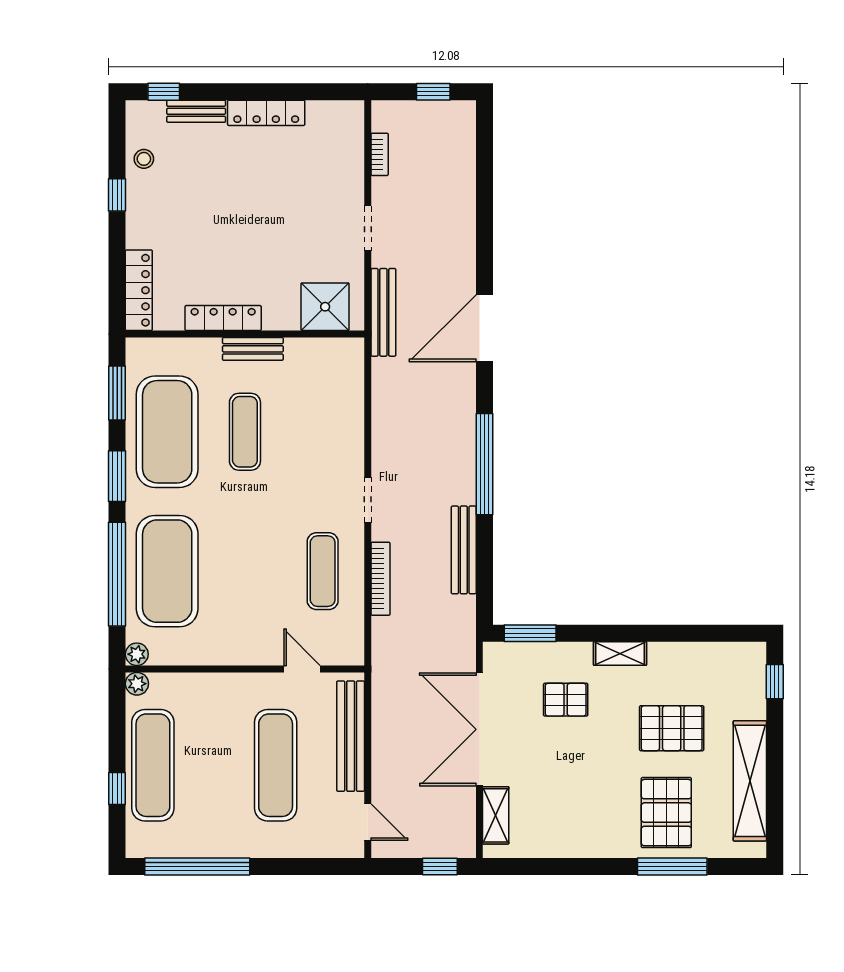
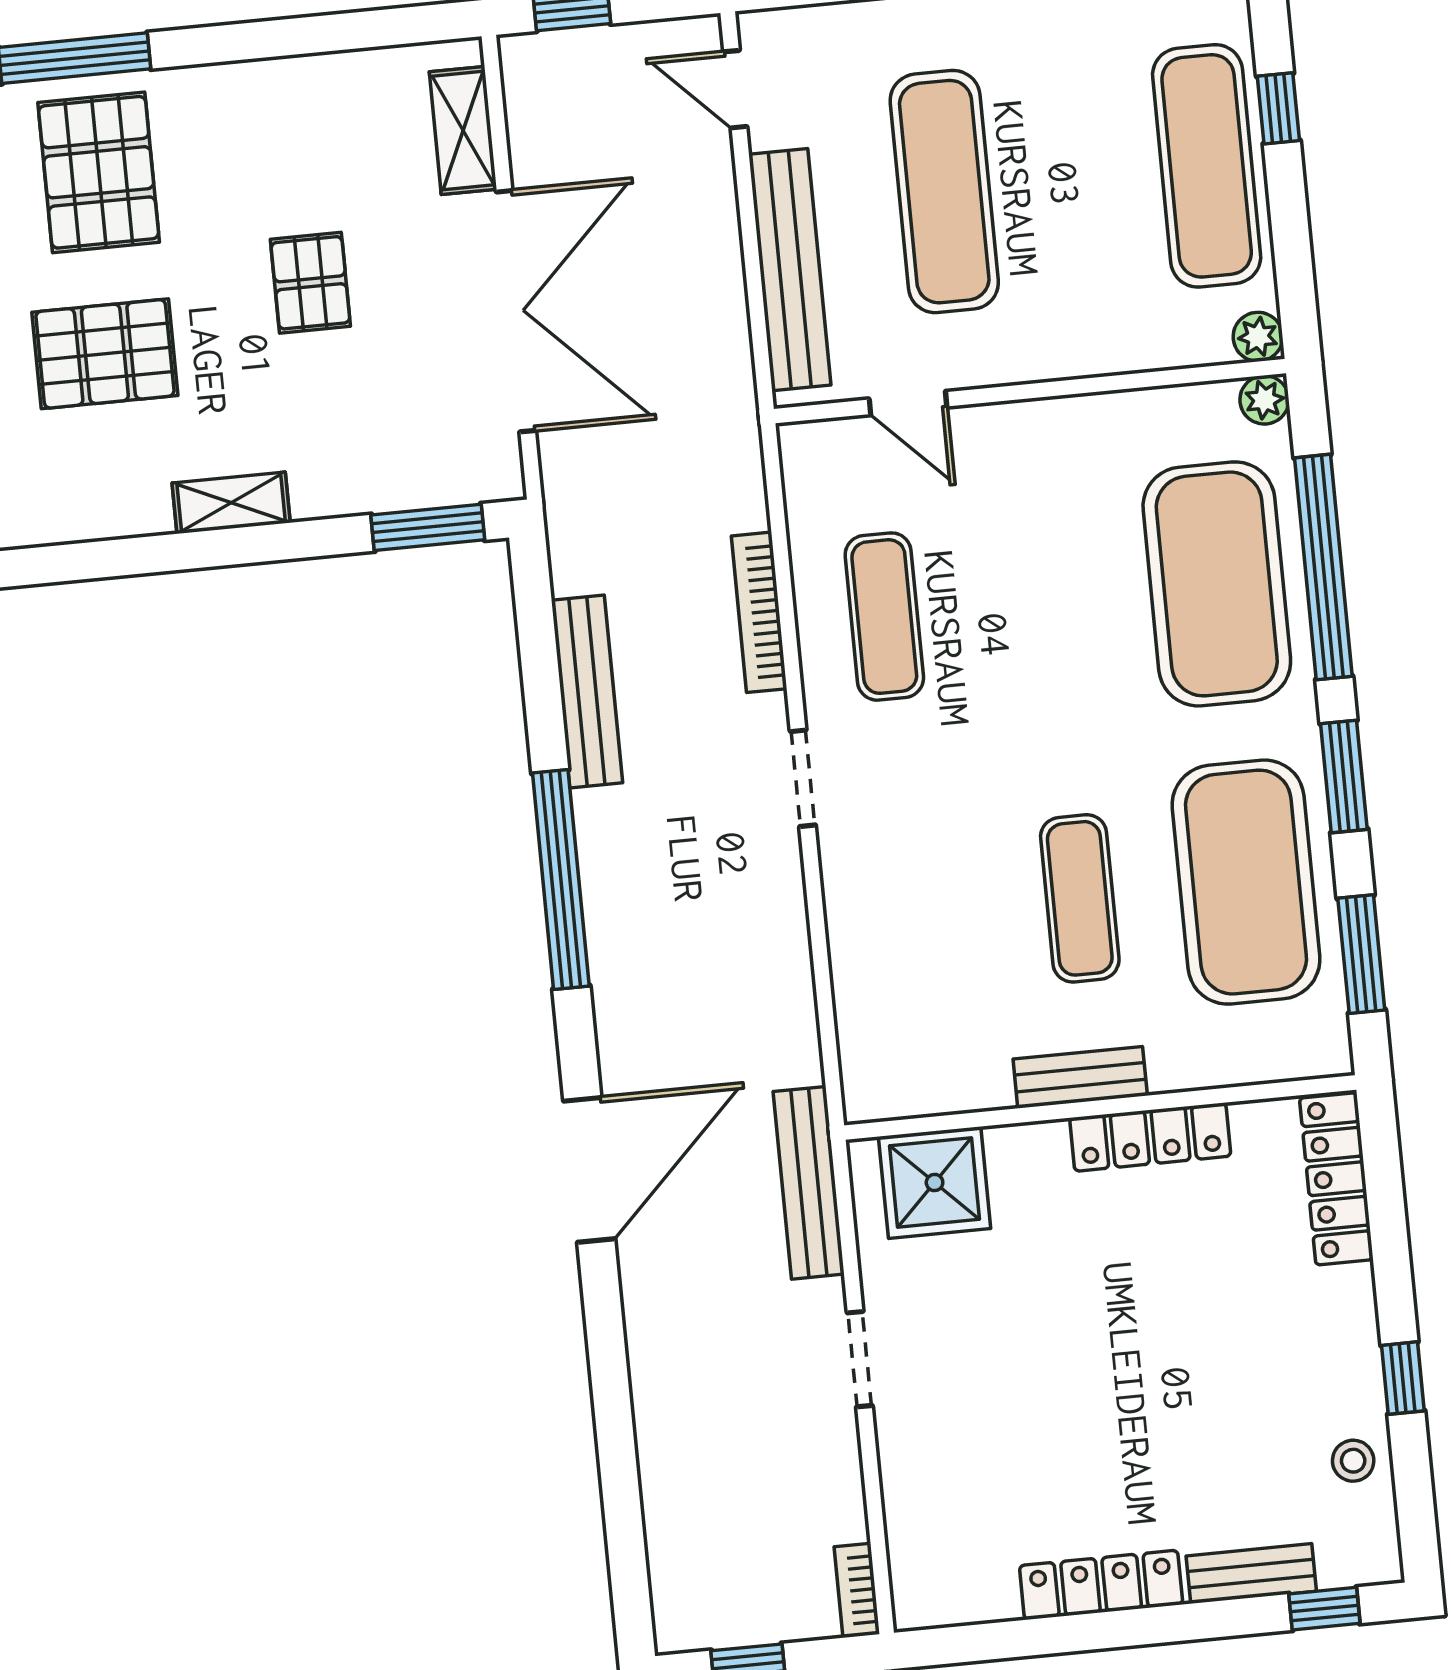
bookcase: (380, 154) -> (857, 1590), moved
pallet: (566, 700) -> (310, 283), moved, turned 90

